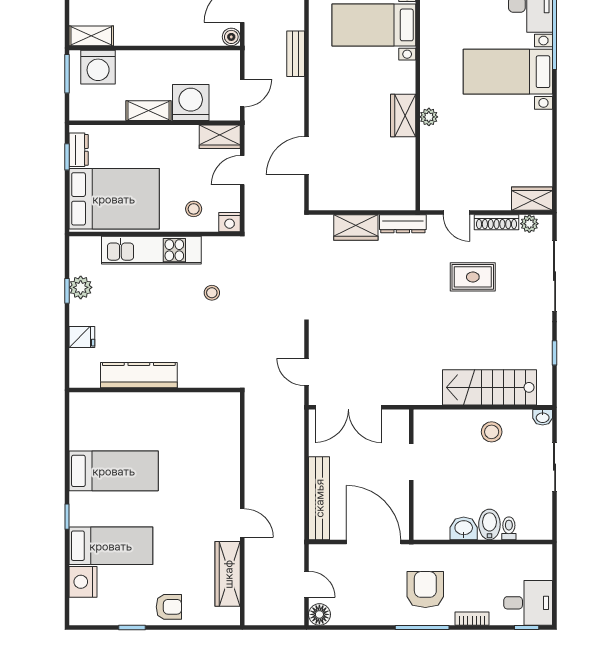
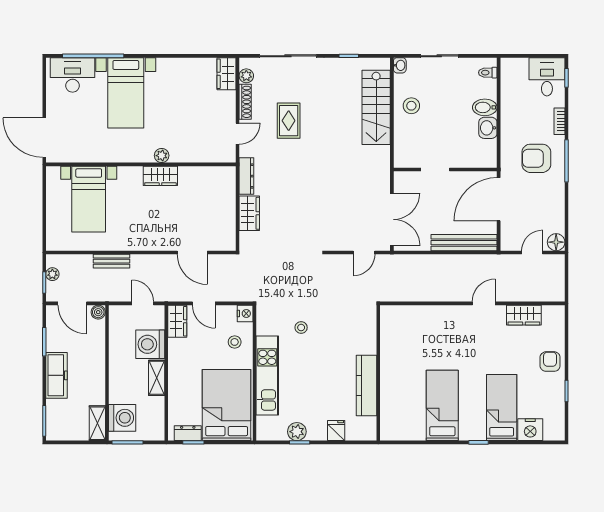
toilet: (509, 528) -> (488, 73), moved
wardrobe: (228, 574) -> (524, 315), width x0.67

